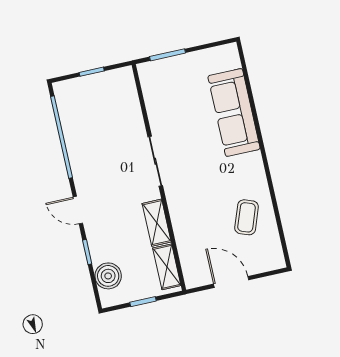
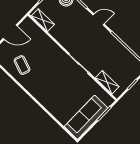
sofa: (234, 112) -> (86, 117), moved, turned -90
shelving: (157, 223) -> (107, 82), moved

